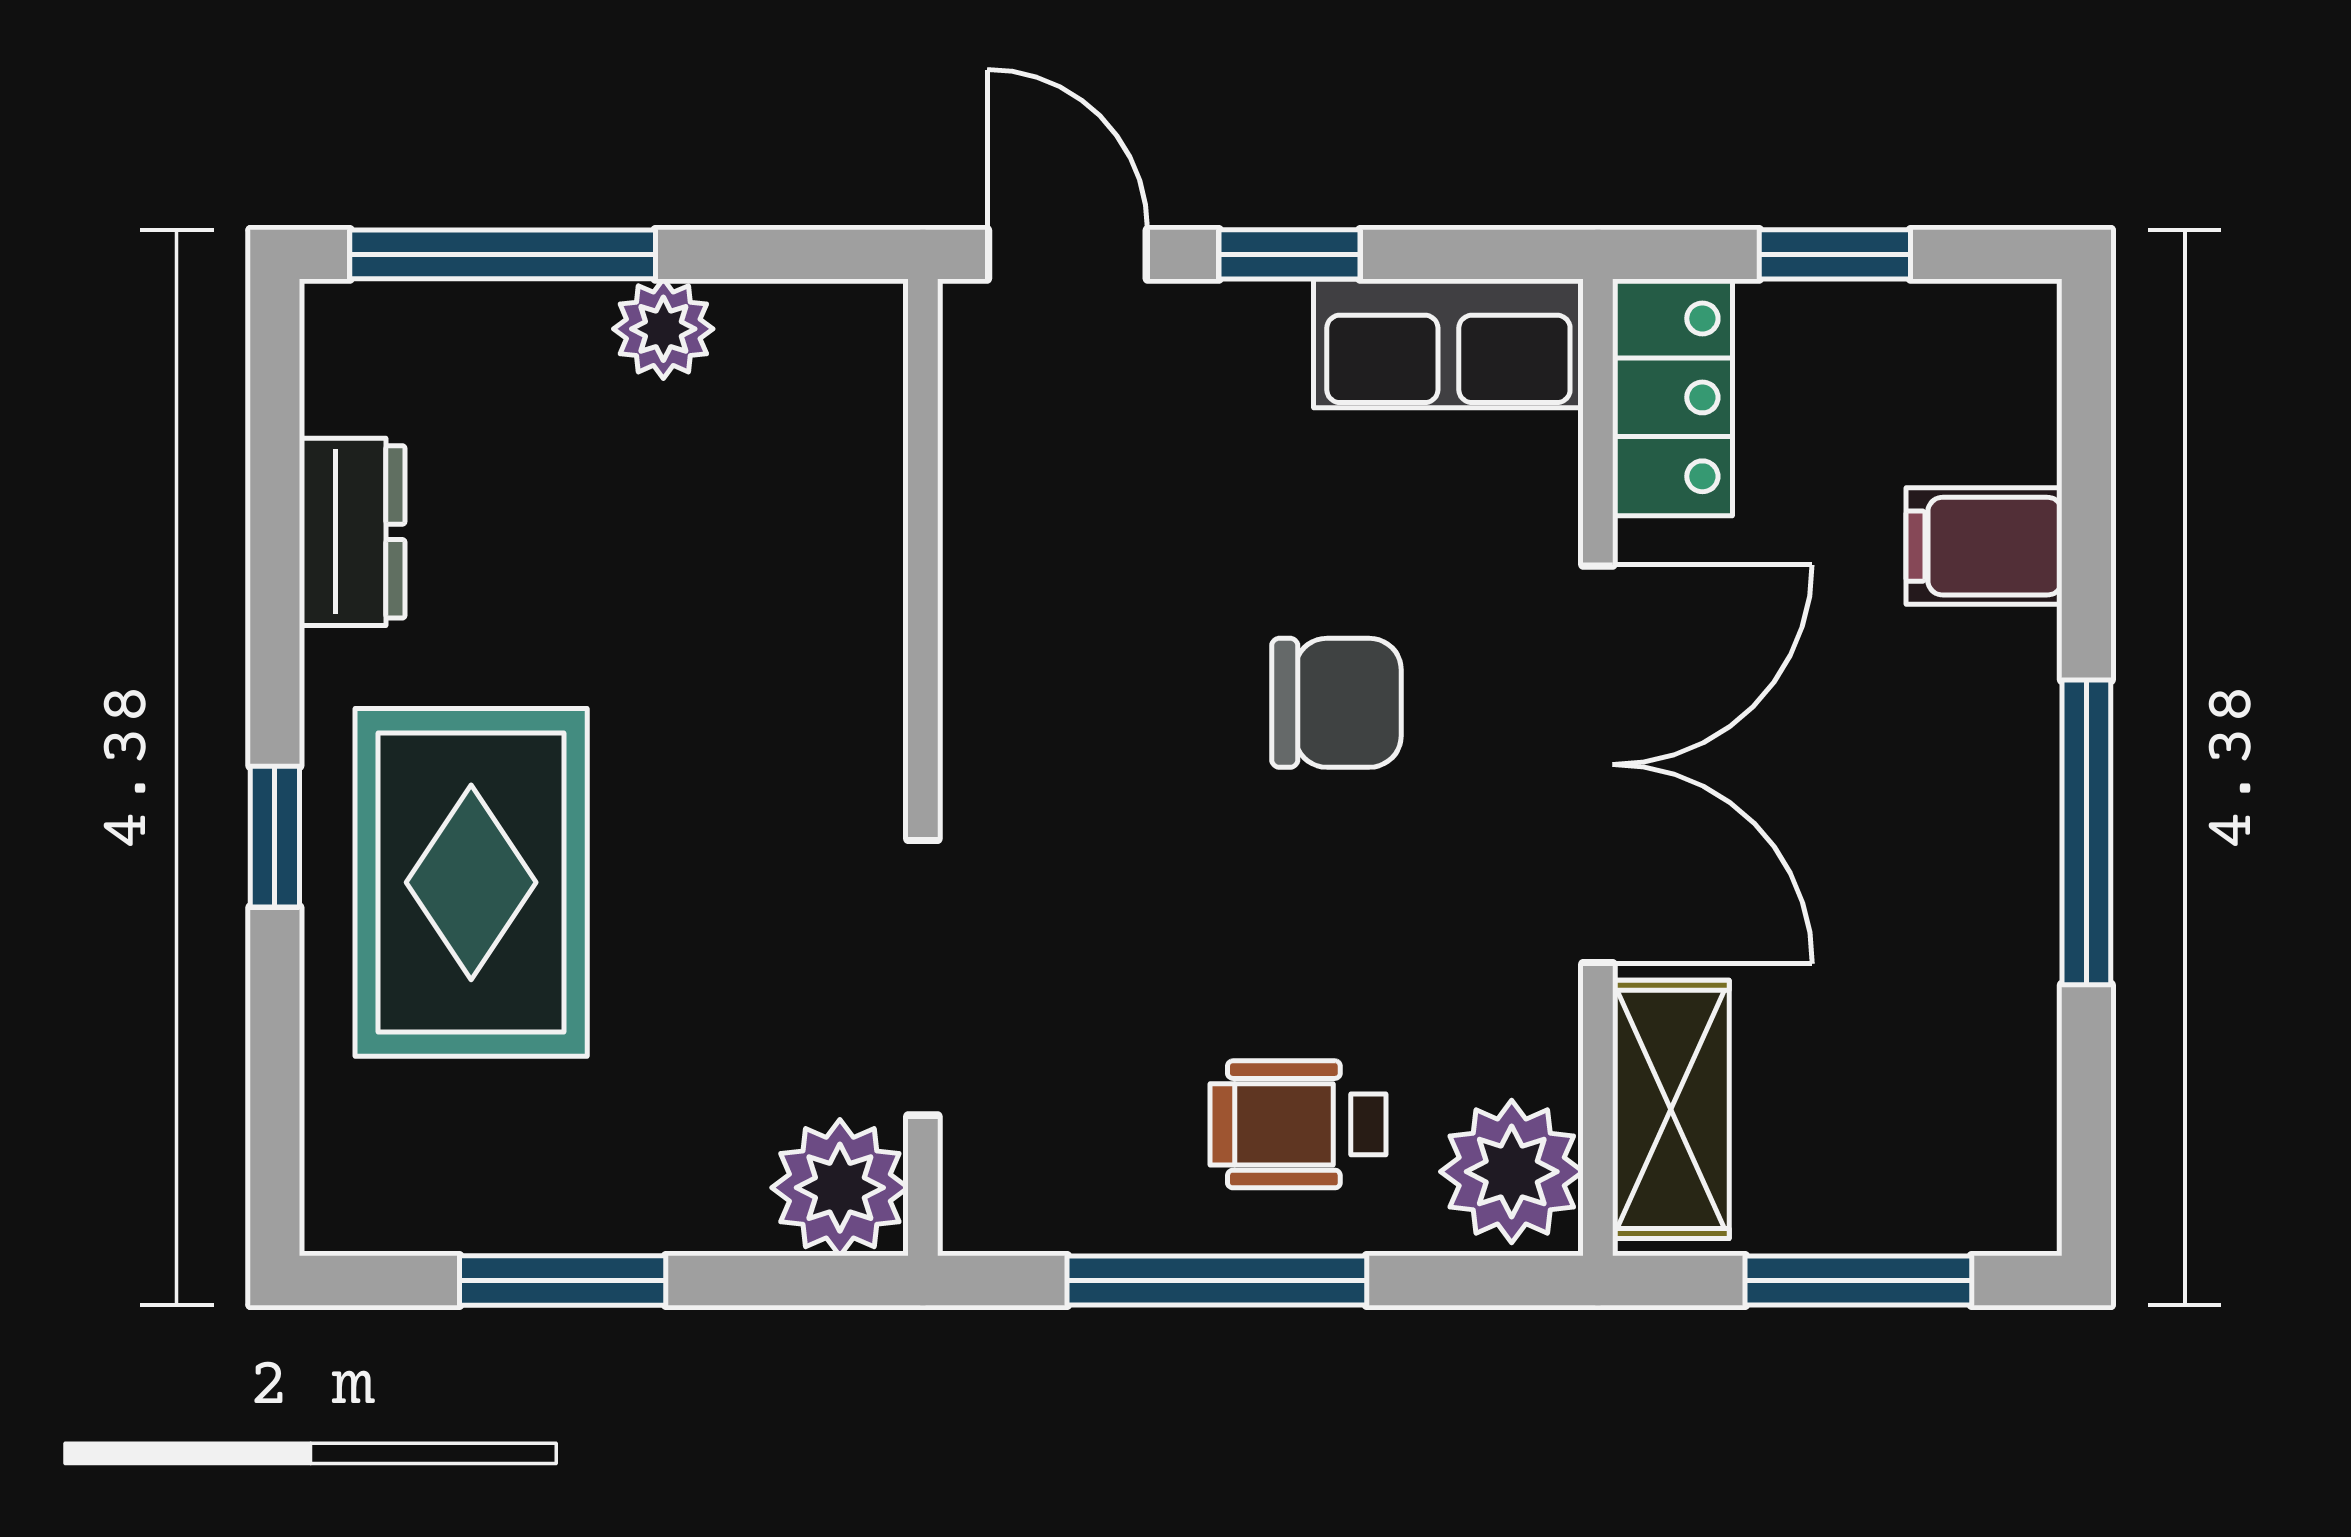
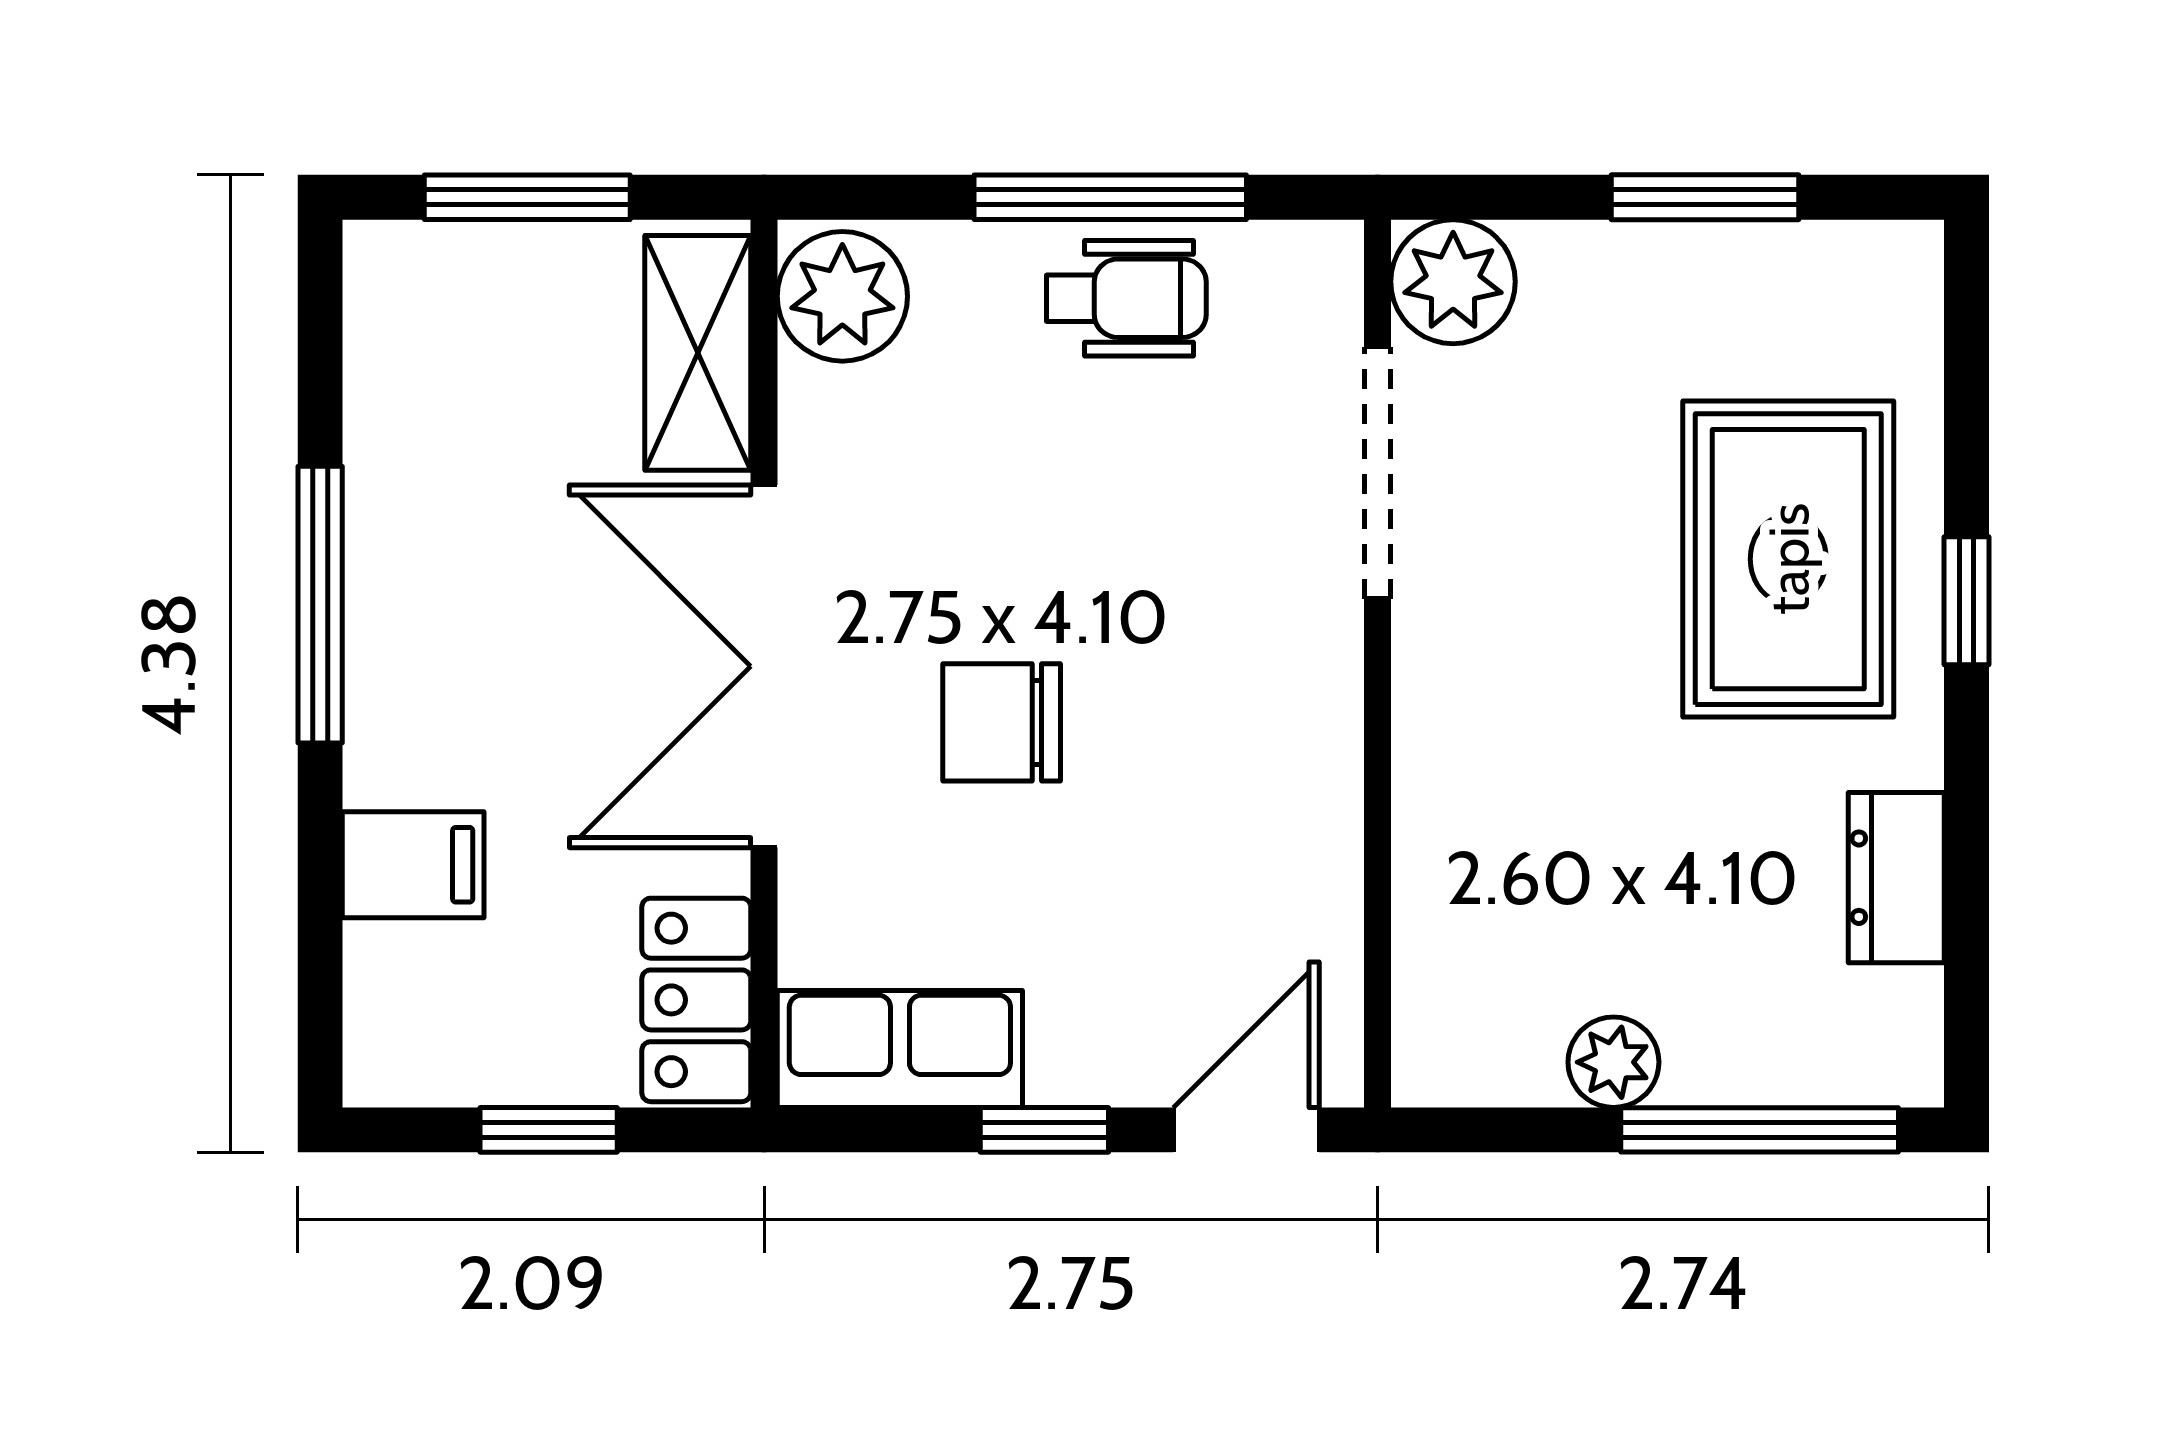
door: (1067, 254) -> (1246, 1130), swing flipped
wheelchair: (1298, 1124) -> (1126, 298), moved

